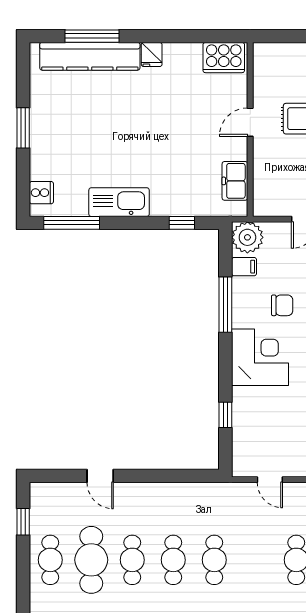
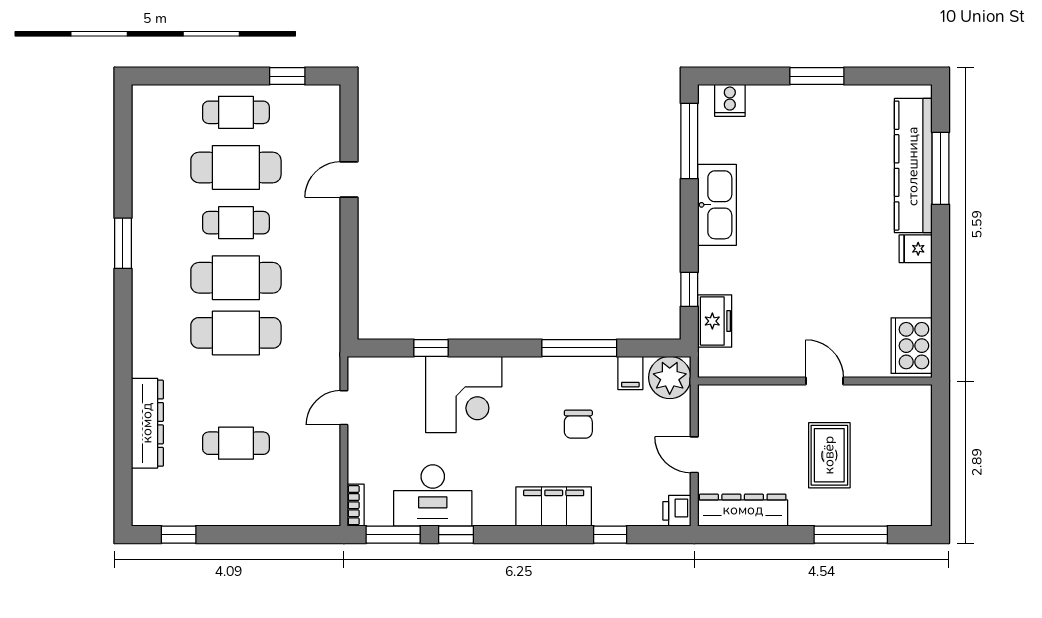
freezer: (235, 181) -> (715, 321), moved, turned 90
corner desk: (260, 357) -> (464, 394), moved
cafe table: (173, 560) -> (236, 278), width x1.37, depth x1.35
cafe table: (214, 560) -> (236, 333), width x1.37, depth x1.35

